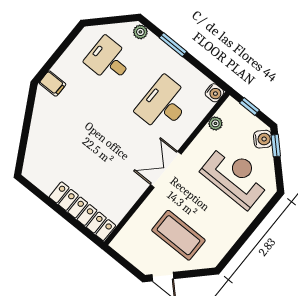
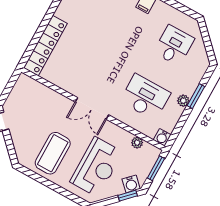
plant: (140, 32) -> (183, 101), moved
window: (249, 107) -> (156, 168), width x1.50
double door: (166, 169) -> (92, 108), swing flipped
coffee table: (178, 235) -> (53, 153), moved

